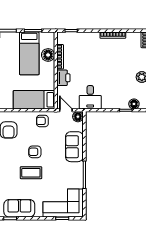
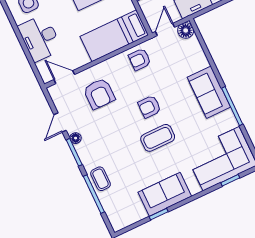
door: (66, 110) -> (165, 29), hinge flipped
sofa: (74, 147) -> (209, 92), moved

